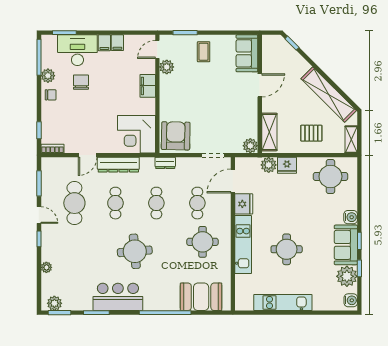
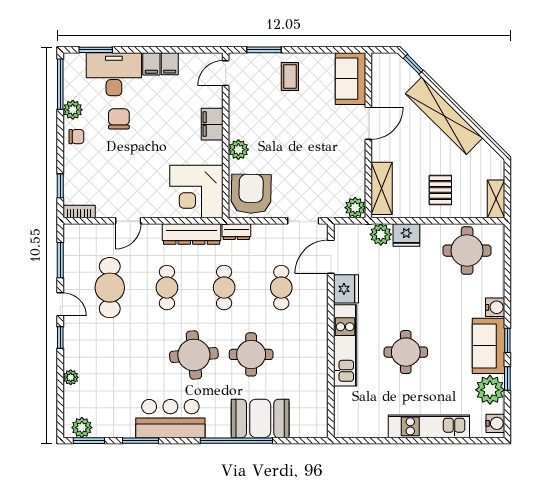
plant: (167, 67) -> (238, 150), moved
shelving: (329, 95) -> (444, 116), moved
pallet: (311, 133) -> (440, 190), turned 90
dresser: (118, 165) -> (192, 234), moved
round table: (203, 242) -> (251, 354), moved
booth: (201, 297) -> (260, 418), moved
kitchen unit: (283, 302) -> (429, 426), moved

